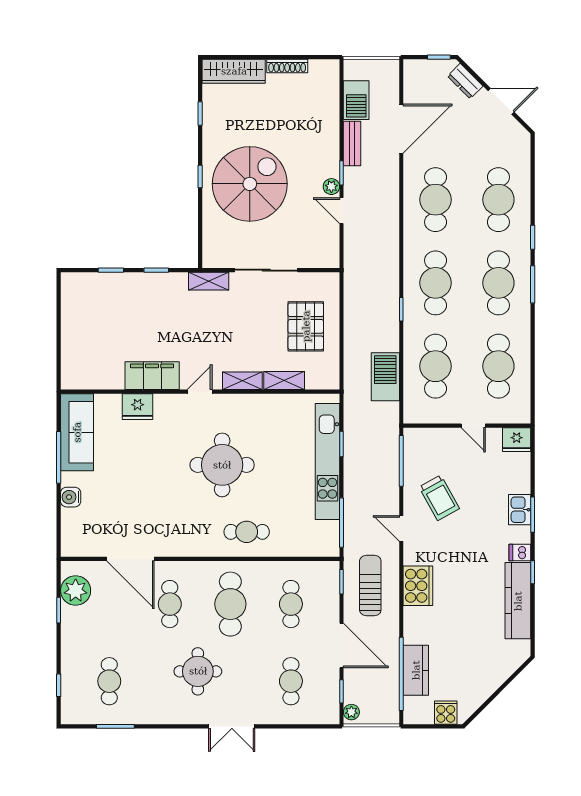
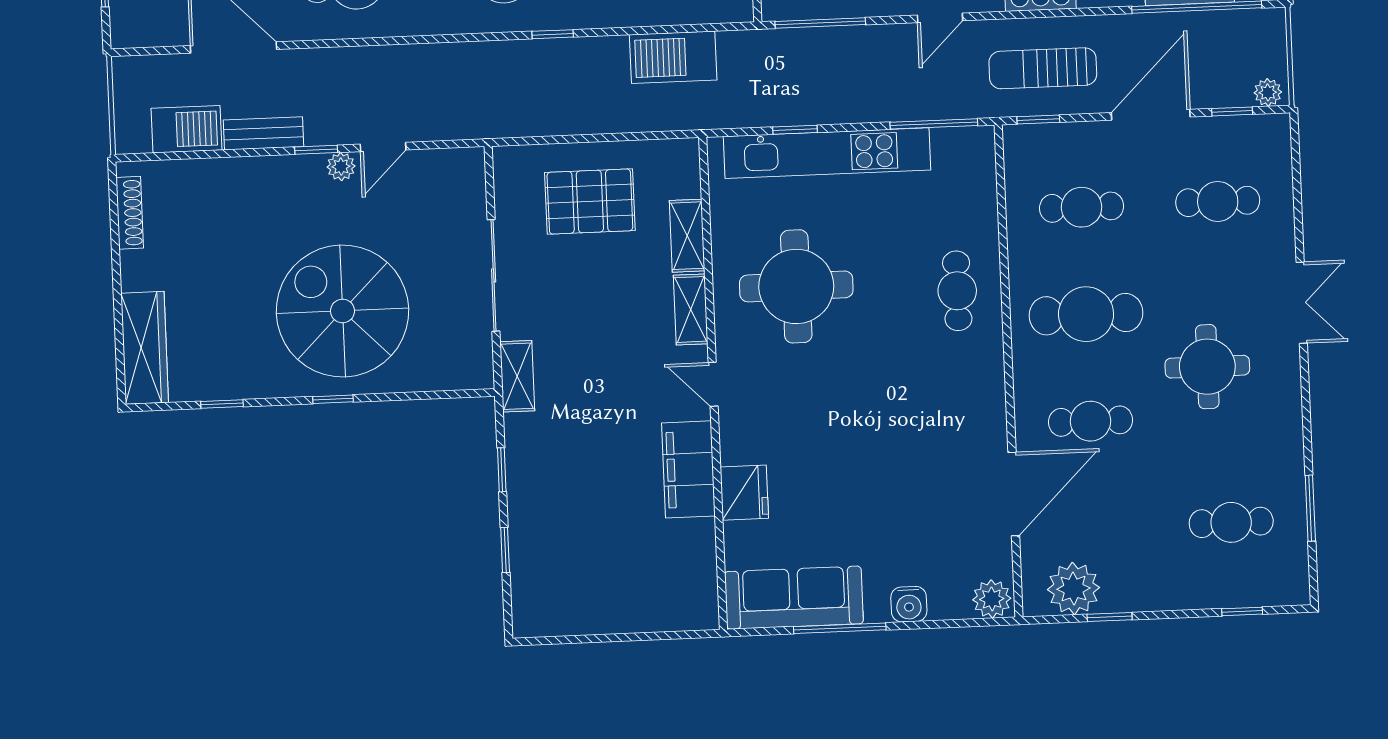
shoe rack: (287, 66) -> (130, 213), moved
round table: (222, 465) -> (796, 286), moved
plant: (72, 544) -> (992, 599), added

